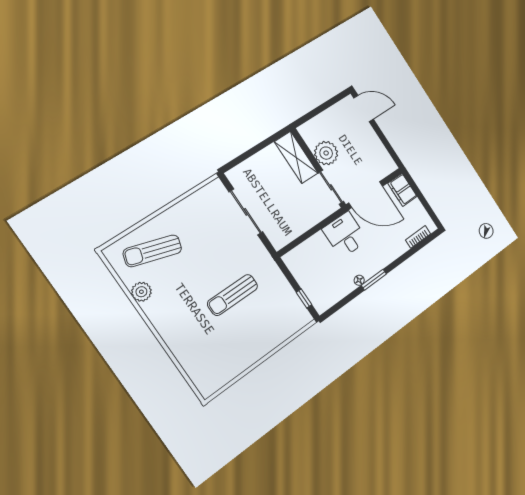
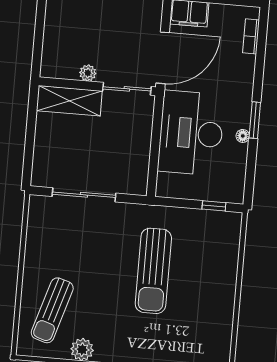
plant: (326, 153) -> (88, 73), width x0.53, depth x0.53
desk: (345, 235) -> (191, 133), width x1.87, depth x1.30
sun lounger: (233, 295) -> (153, 271), width x1.36, depth x1.34

